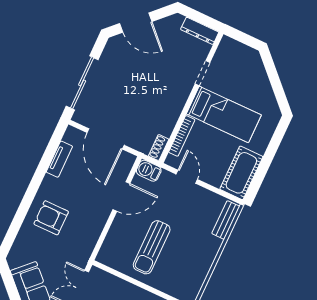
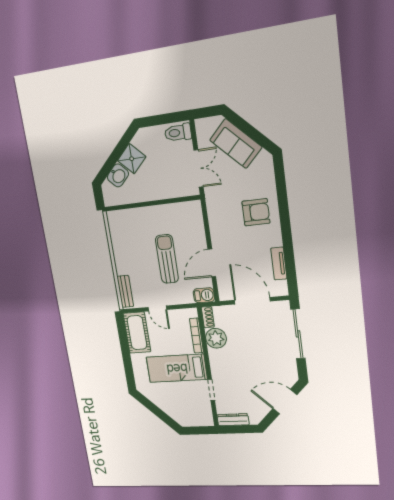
plant: (164, 122) -> (216, 338), added
door: (187, 177) -> (157, 308), moved
sun lounger: (152, 247) -> (167, 259), moved

